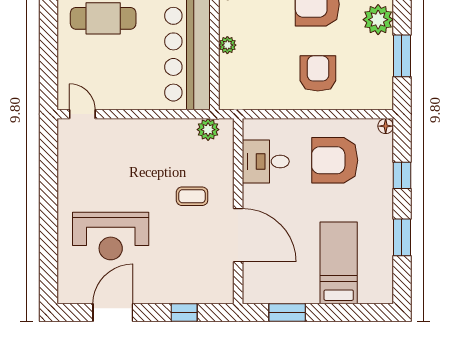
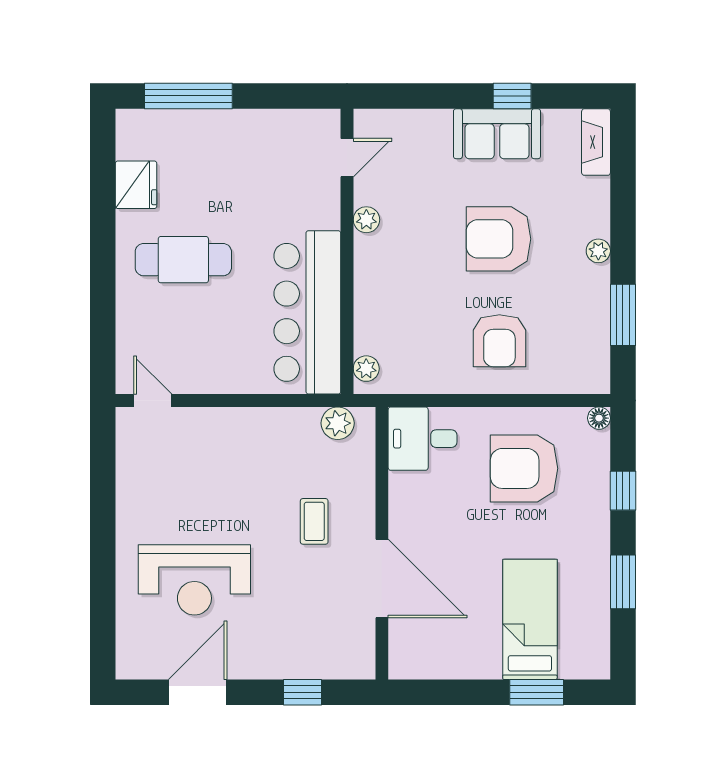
plant: (378, 20) -> (598, 251), width x0.53, depth x0.53
plant: (227, 45) -> (366, 369), moved
armchair: (318, 73) -> (499, 341), turned 180
desk: (266, 161) -> (423, 439), moved
coffee table: (192, 196) -> (314, 521), turned 90
window: (287, 312) -> (537, 692), moved

